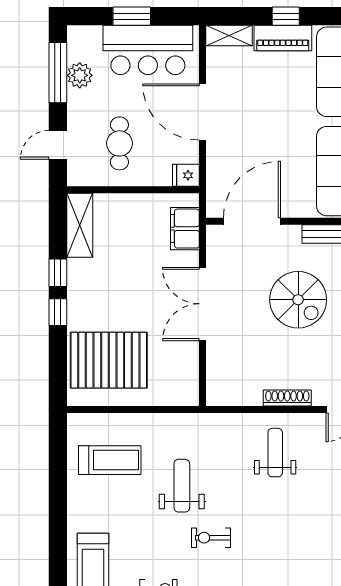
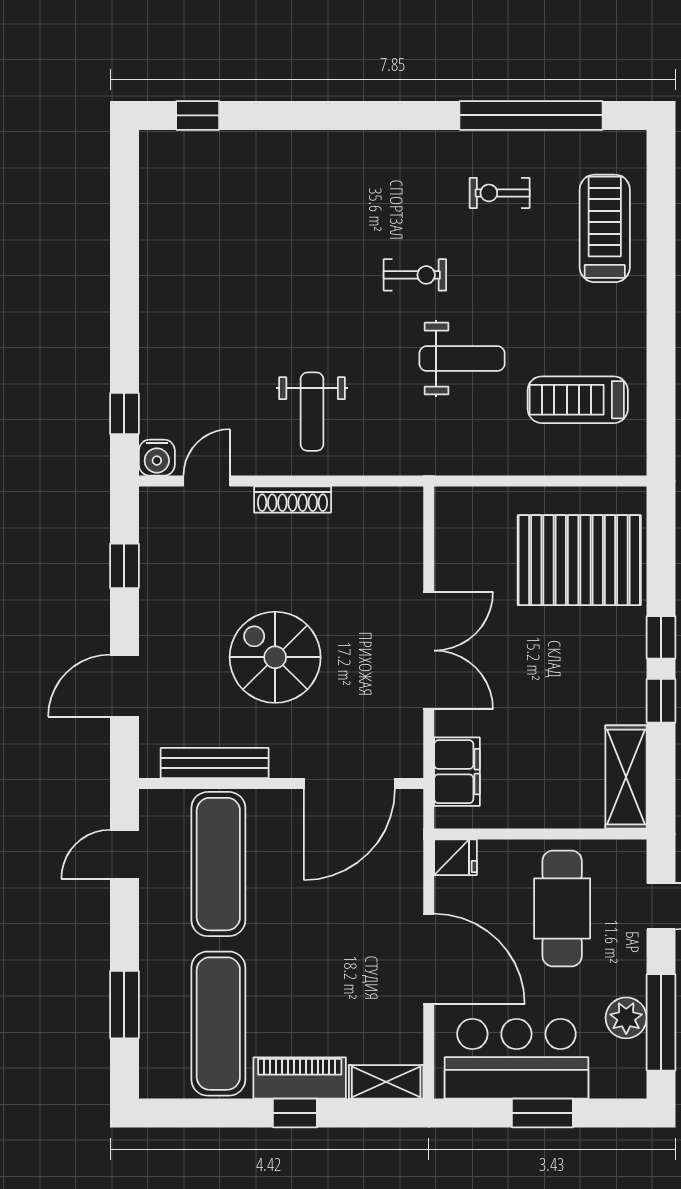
cafe table: (119, 143) -> (562, 908), width x1.37, depth x1.35
weight bench: (182, 486) -> (462, 359), turned -90

